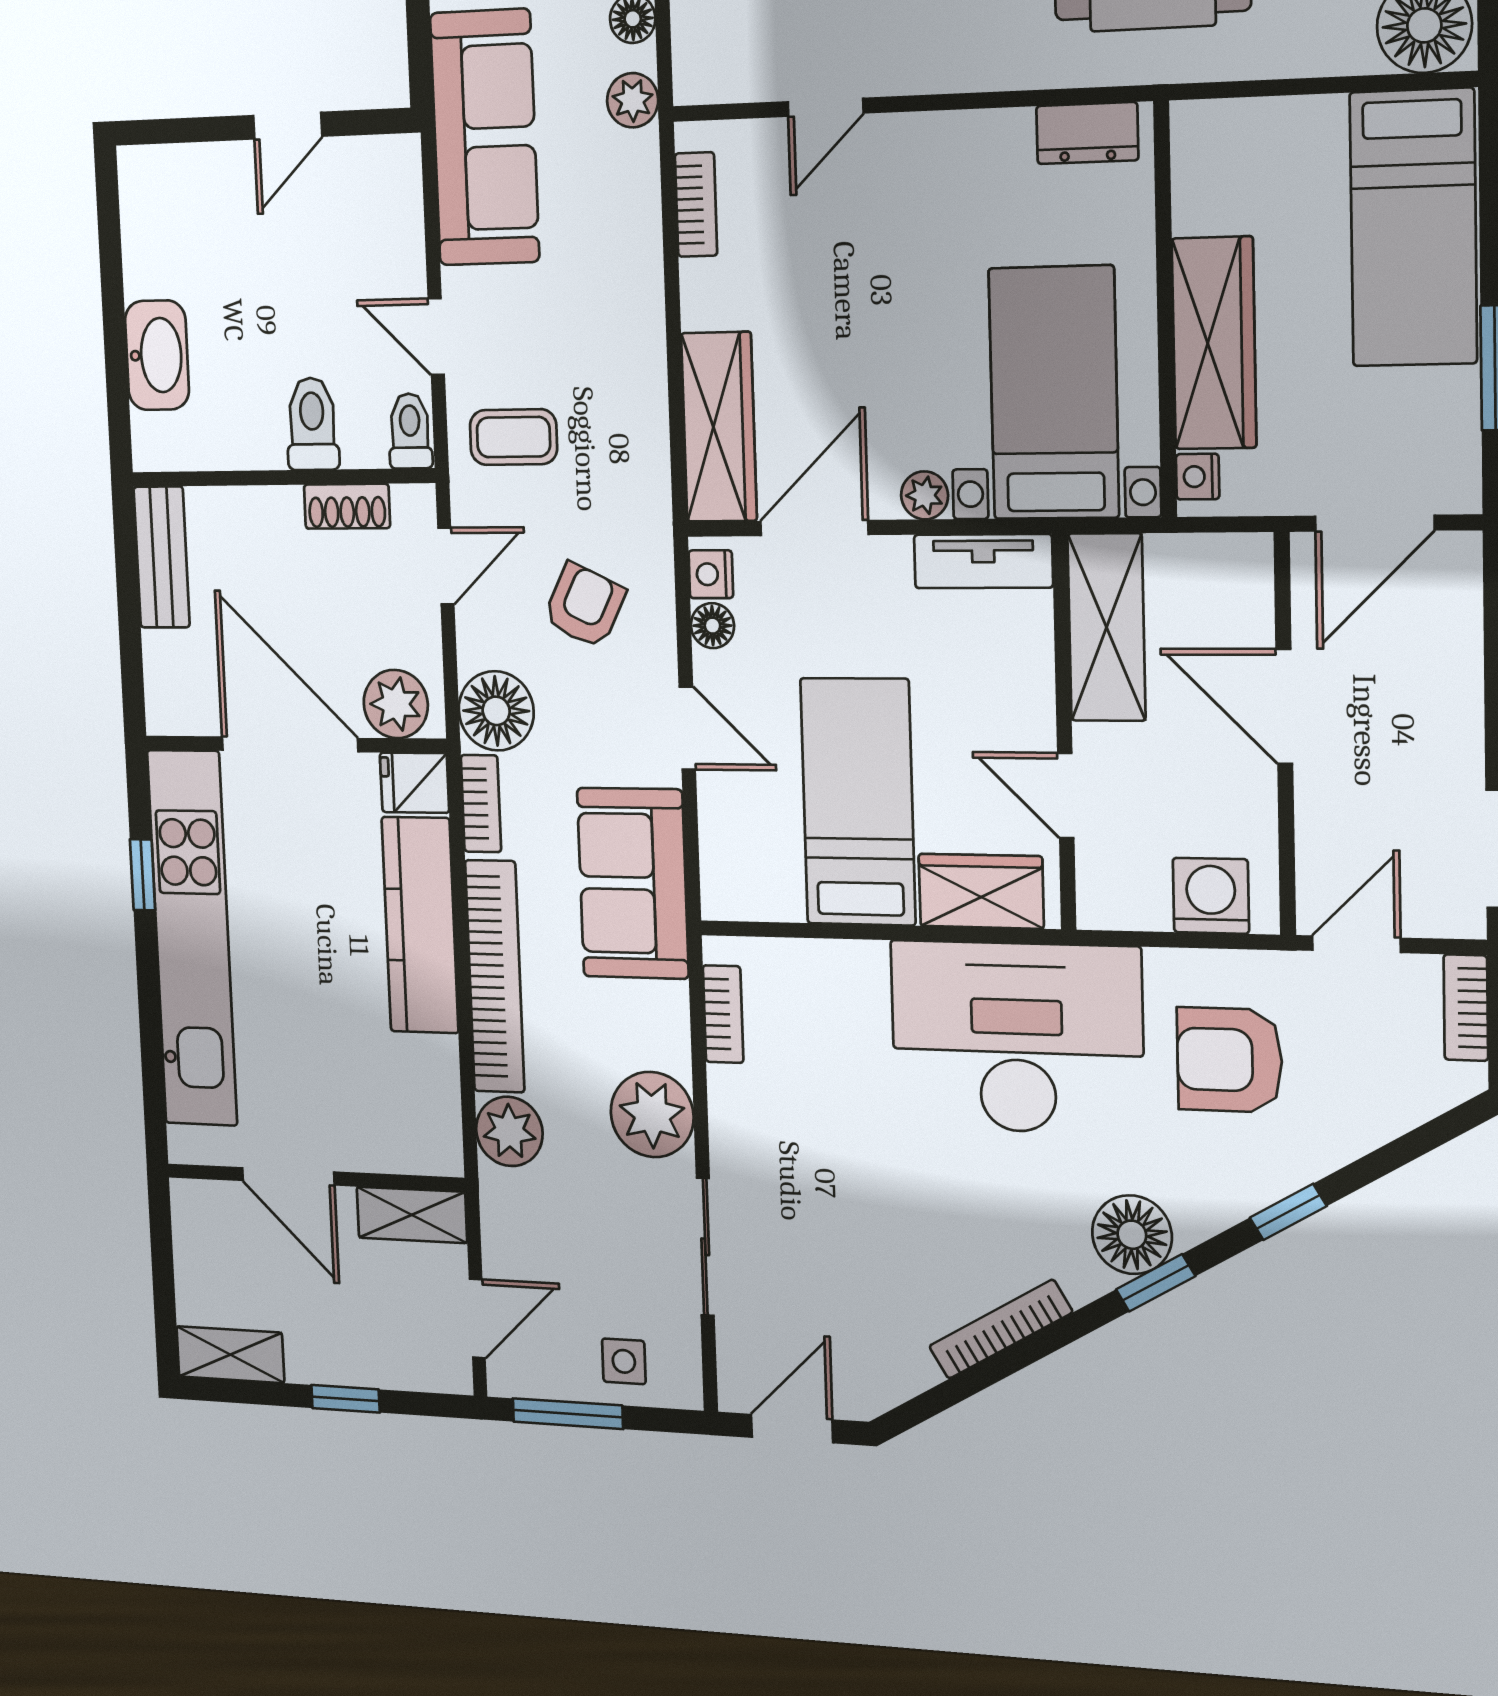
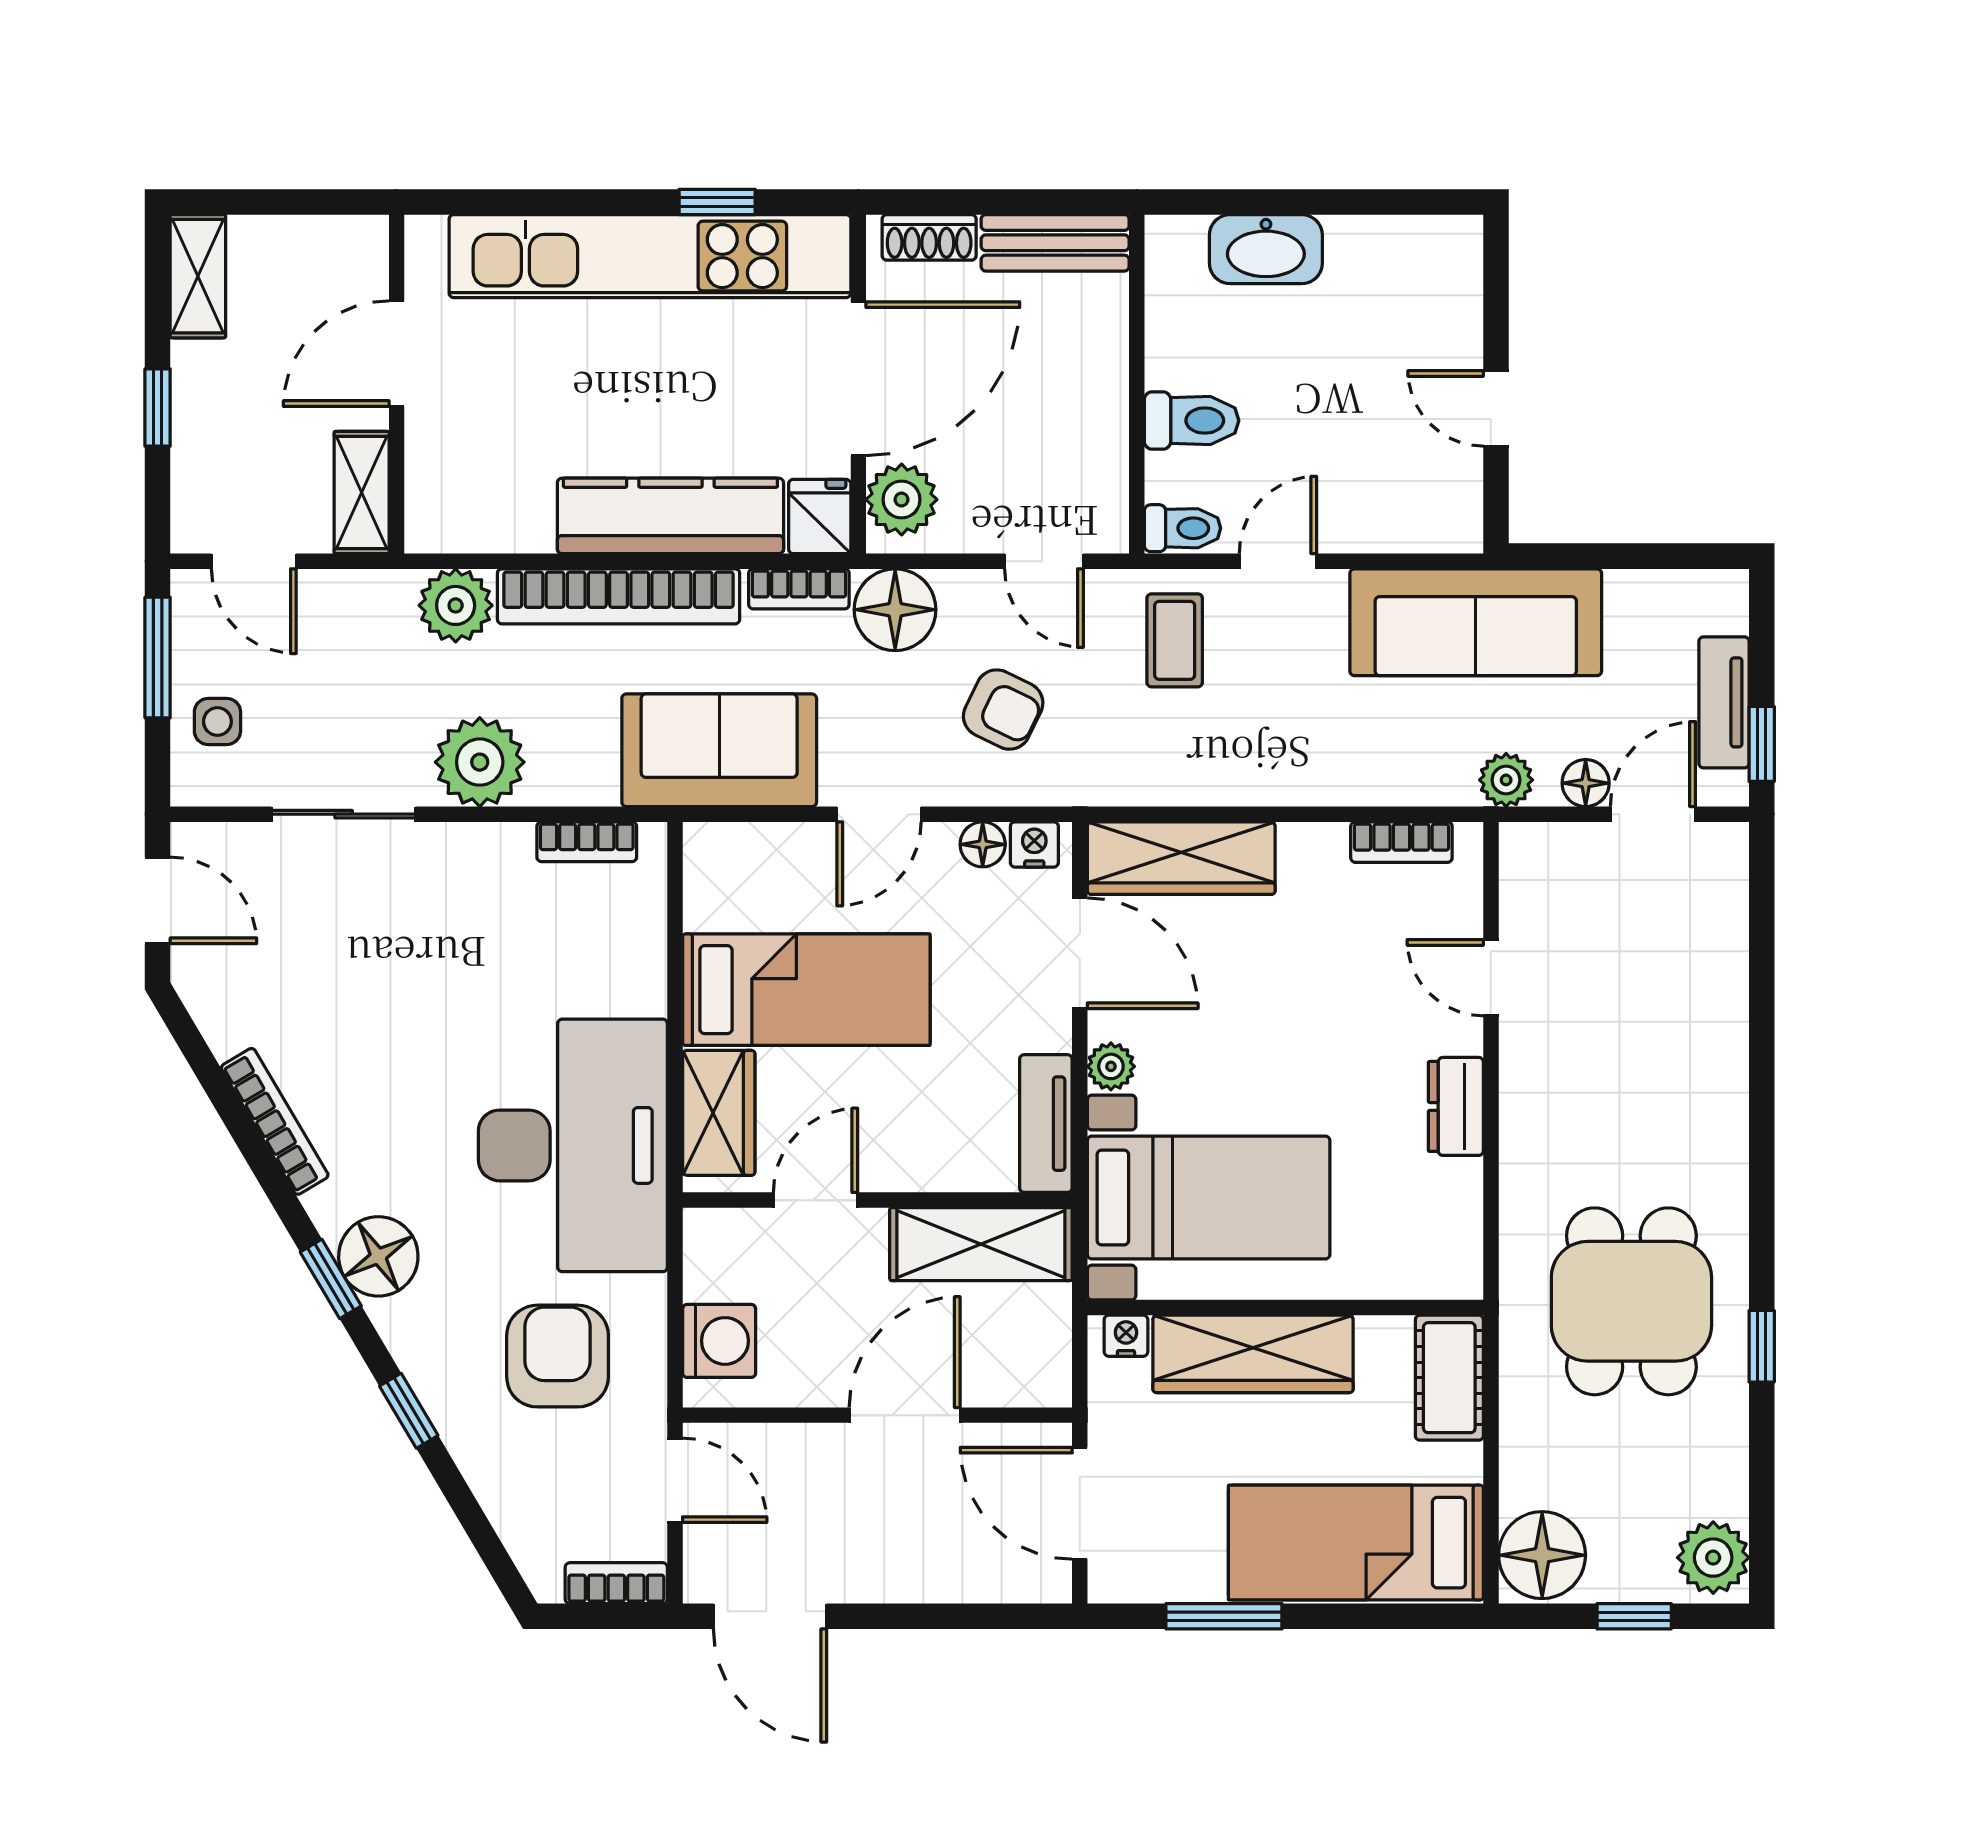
dresser: (1087, 133) -> (1456, 1106), moved
cot: (1235, 134) -> (1449, 1378), added
shoe rack: (347, 506) -> (929, 237), moved, turned -90

